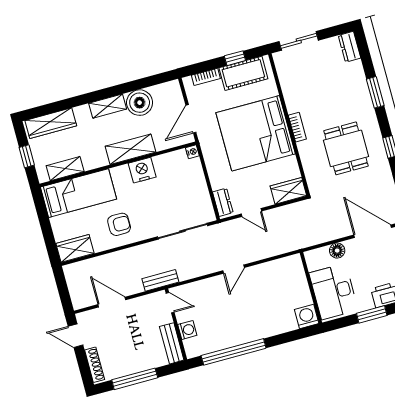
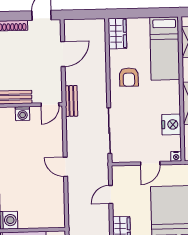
nightstand: (142, 170) -> (171, 124), moved
door: (207, 178) -> (150, 163), added
dresser: (223, 202) -> (126, 172), removed

